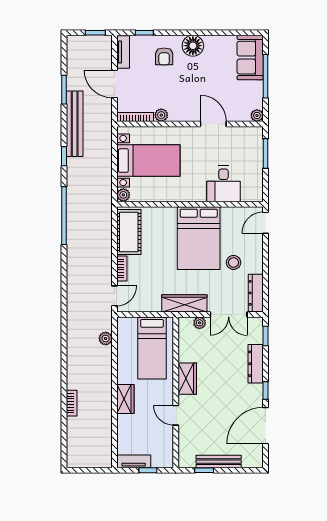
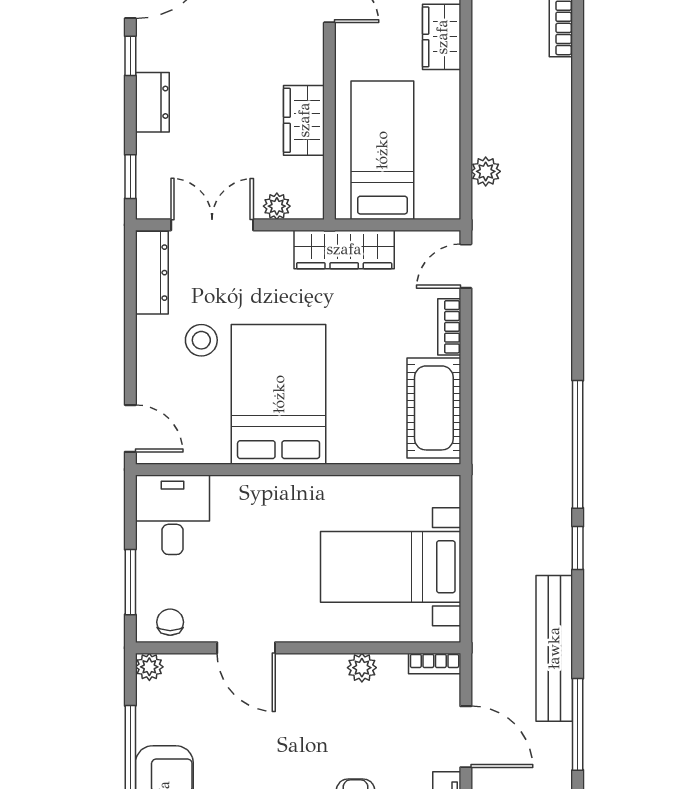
window: (64, 90) -> (578, 724), width x1.44
bookcase: (135, 117) -> (435, 663), width x0.64
chair: (248, 136) -> (170, 622), added
window: (64, 156) -> (578, 548), moved
desk: (224, 184) -> (173, 515), moved
plant: (123, 195) -> (446, 490), removed
door: (265, 223) -> (130, 428), hinge flipped
wardrobe: (184, 303) -> (344, 249), moved
dresser: (256, 364) -> (152, 102), width x0.70
wardrobe: (187, 379) -> (304, 120), moved

